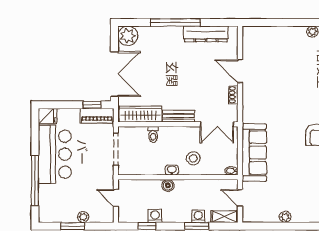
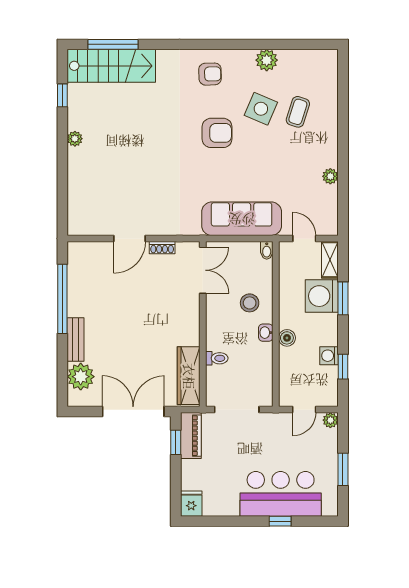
window: (175, 23) -> (62, 299), moved
dresser: (206, 34) -> (78, 286), removed
plant: (128, 36) -> (81, 377), moved
bench: (179, 116) -> (76, 340), moved
bar counter: (55, 154) -> (281, 494), moved
window: (35, 180) -> (280, 521), width x0.32
door: (240, 198) -> (304, 239), swing flipped
washing machine: (198, 216) -> (322, 296), width x1.89, depth x1.89
plant: (83, 217) -> (330, 420), moved

